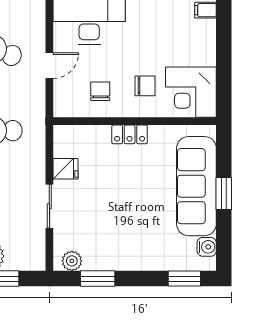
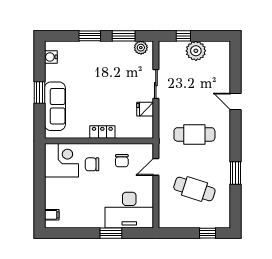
door: (49, 66) -> (156, 167), moved
sofa: (196, 186) -> (55, 106), width x0.74, depth x0.79
window: (184, 279) -> (90, 36), moved

